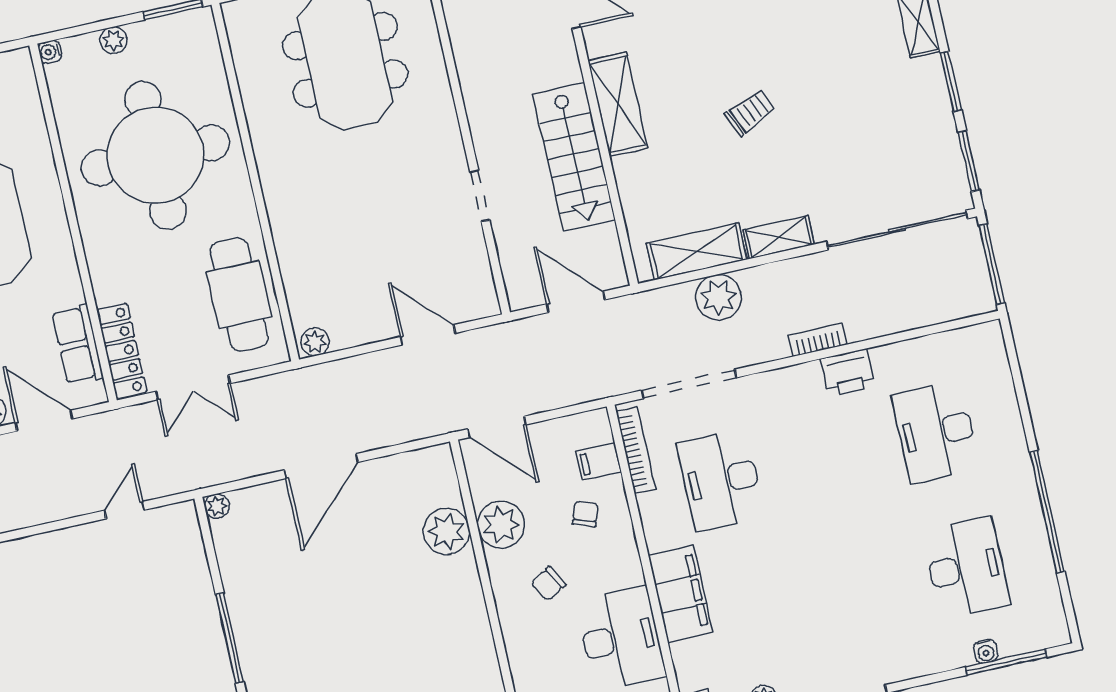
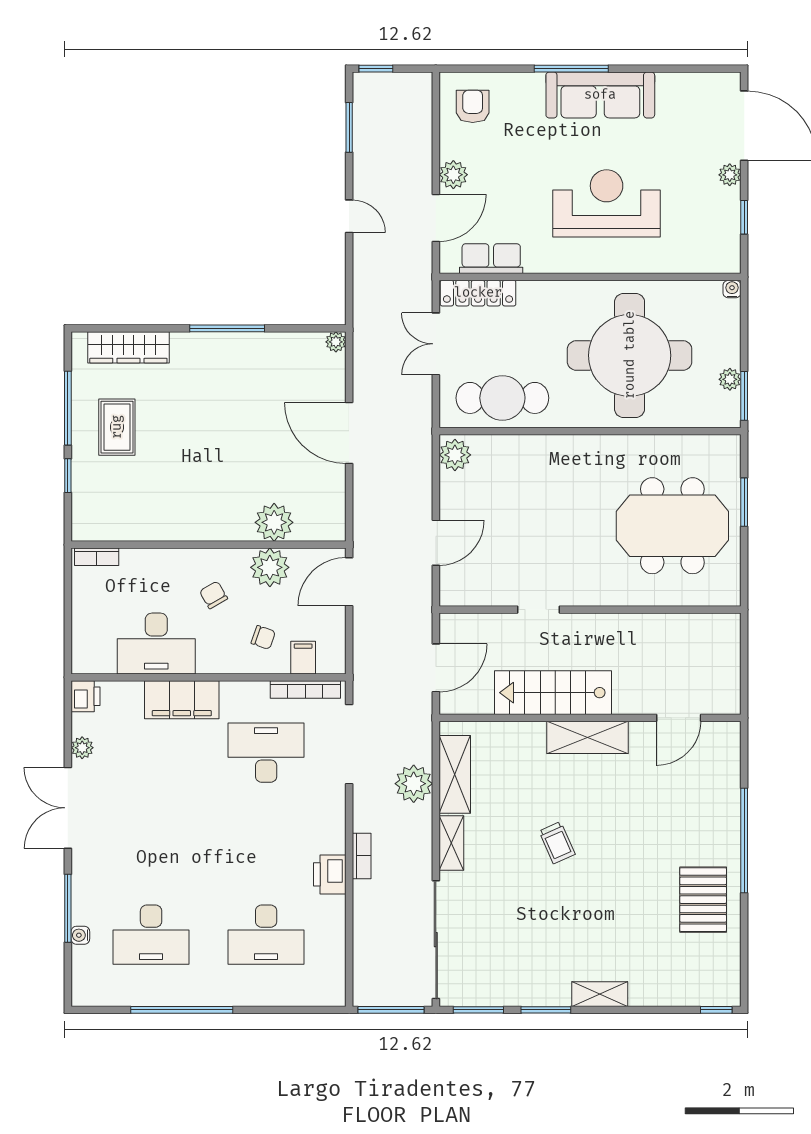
plant: (114, 40) -> (730, 379), moved
plant: (315, 342) -> (455, 455), width x1.38, depth x1.38
desk: (936, 432) -> (266, 935), turned 180
door: (124, 510) -> (349, 216), moved
window: (1006, 662) -> (68, 908), moved

